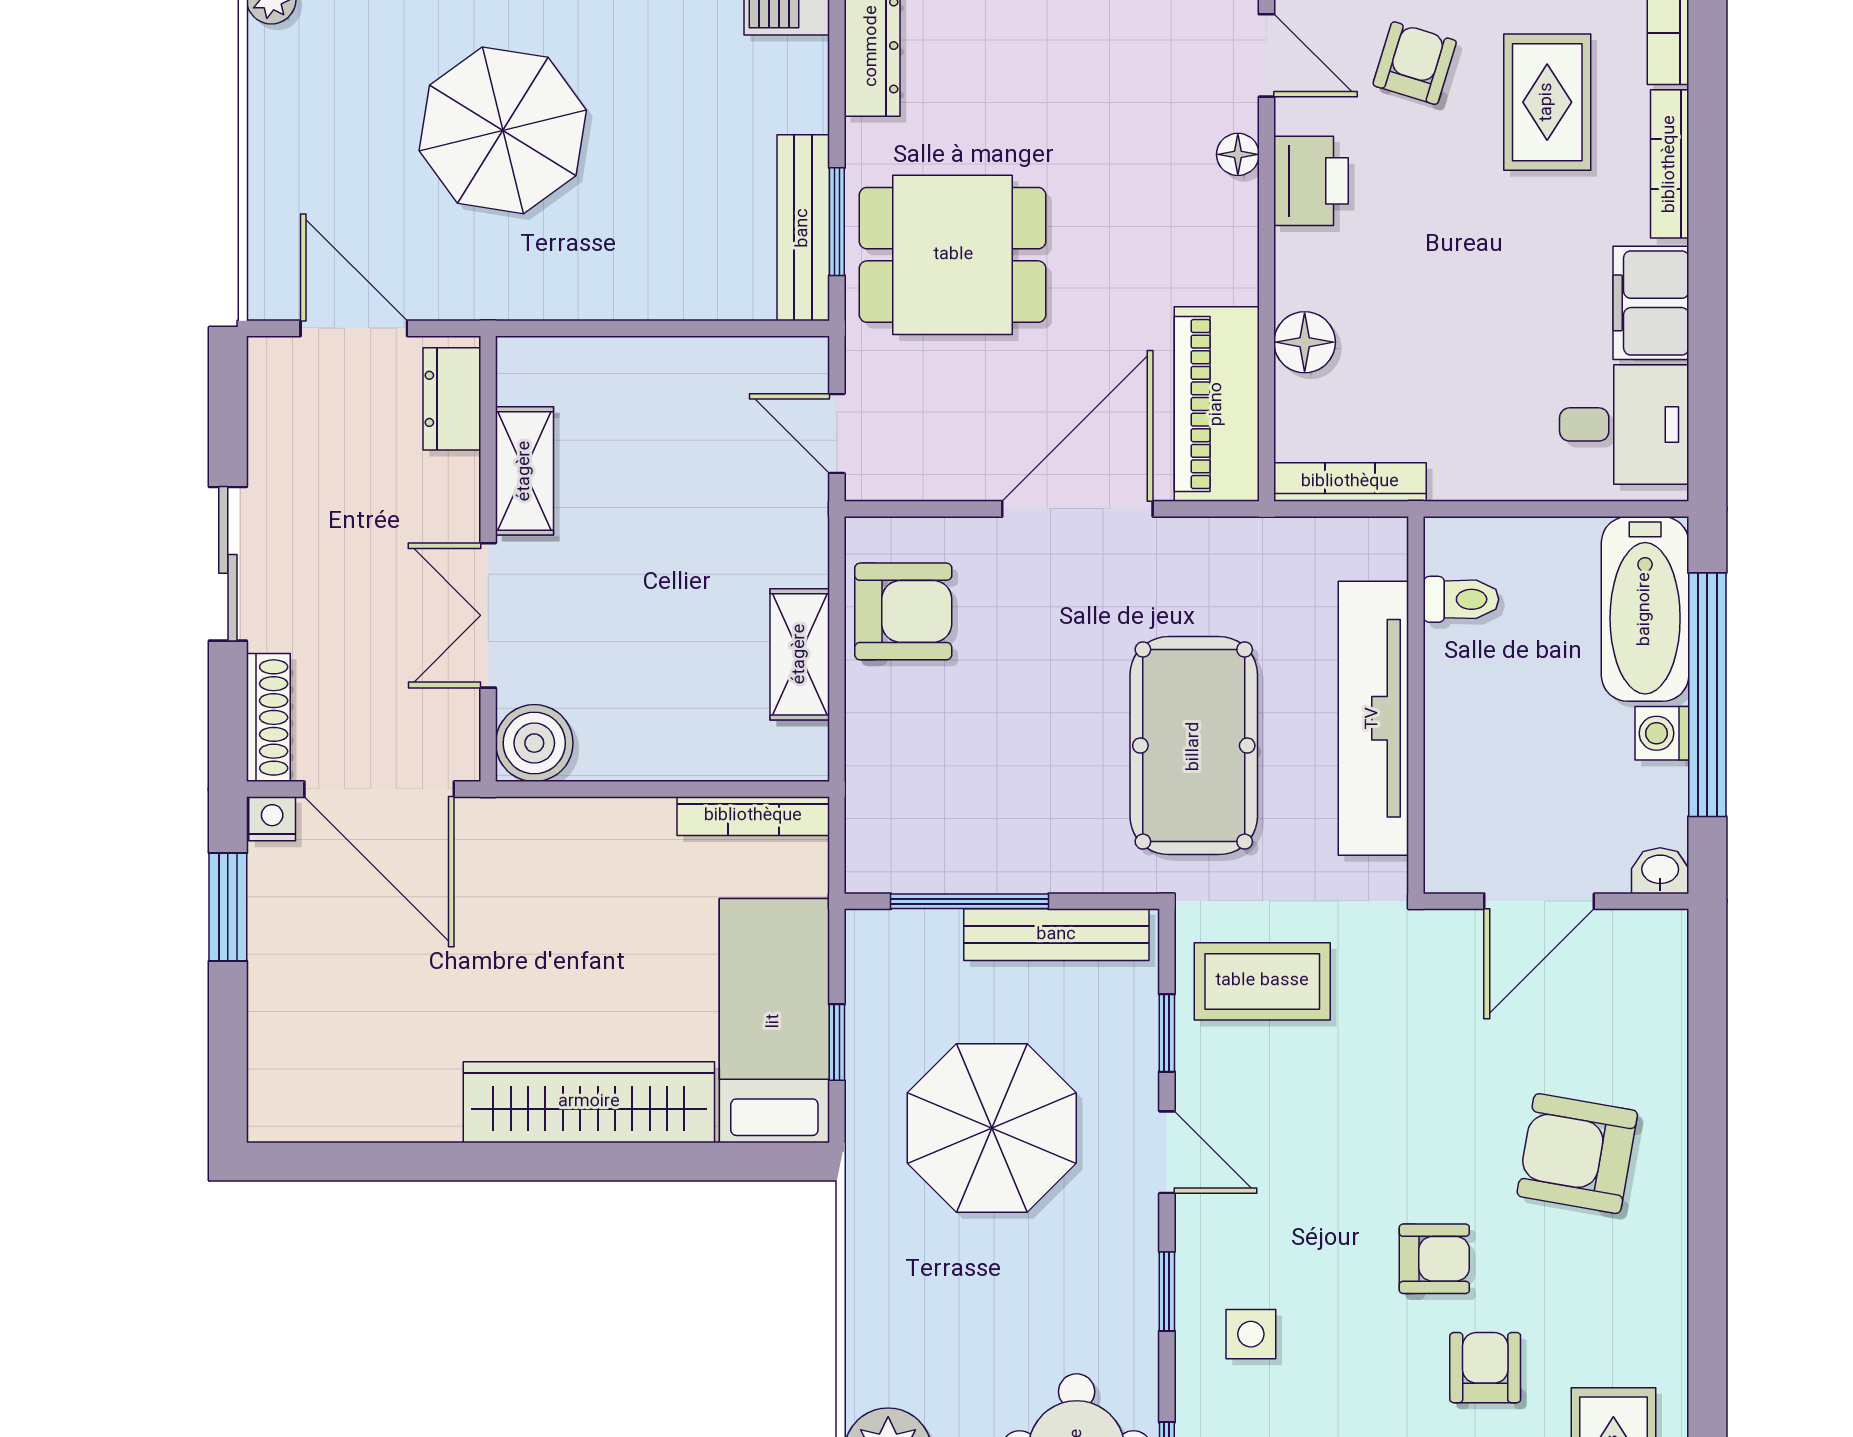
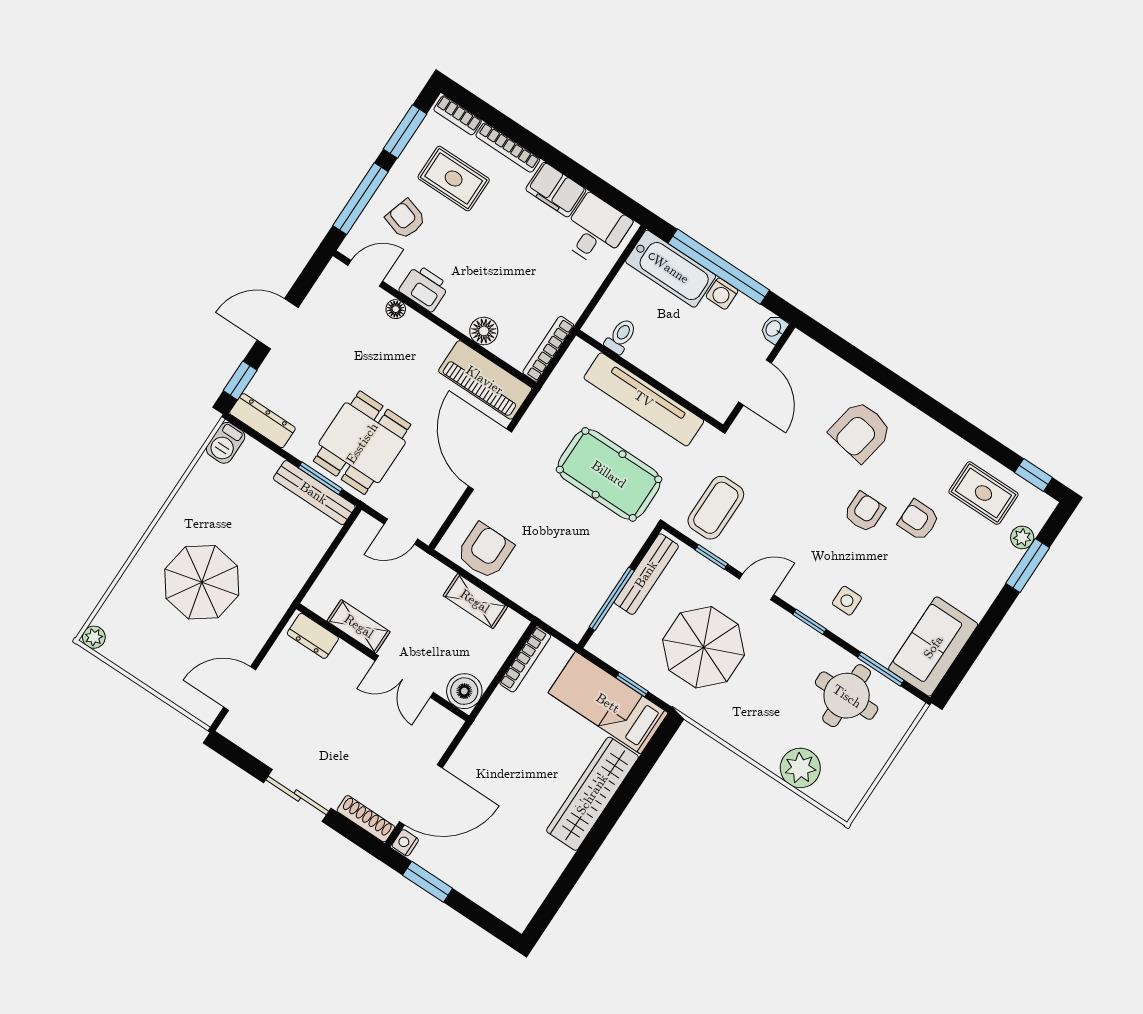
dresser: (452, 399) -> (313, 636), moved
shelving: (525, 471) -> (359, 626), moved
wall: (488, 559) -> (383, 662), moved
double door: (488, 615) -> (404, 677), moved
boiler: (534, 743) -> (464, 691), moved

